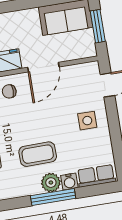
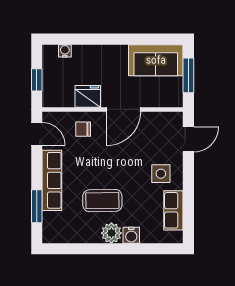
row of seats: (96, 176) -> (173, 210), moved, turned -90
window: (53, 197) -> (111, 249), removed

